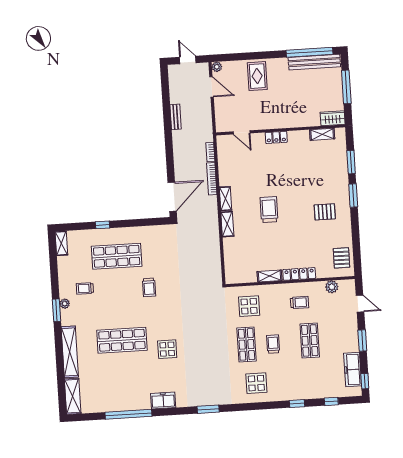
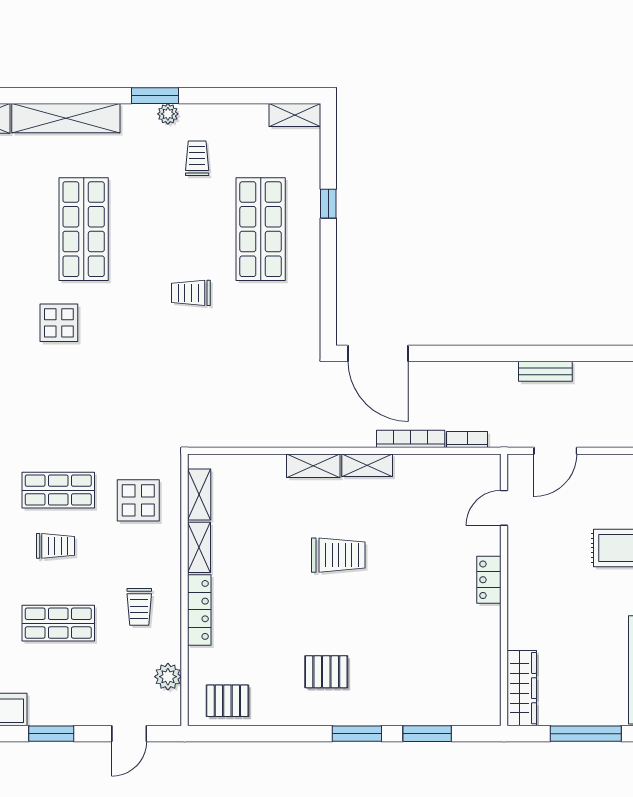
door: (212, 87) -> (555, 451), moved
wardrobe: (333, 118) -> (522, 688), width x1.50
shelving: (322, 134) -> (199, 495), moved
pallet: (325, 212) -> (326, 672), turned 90

